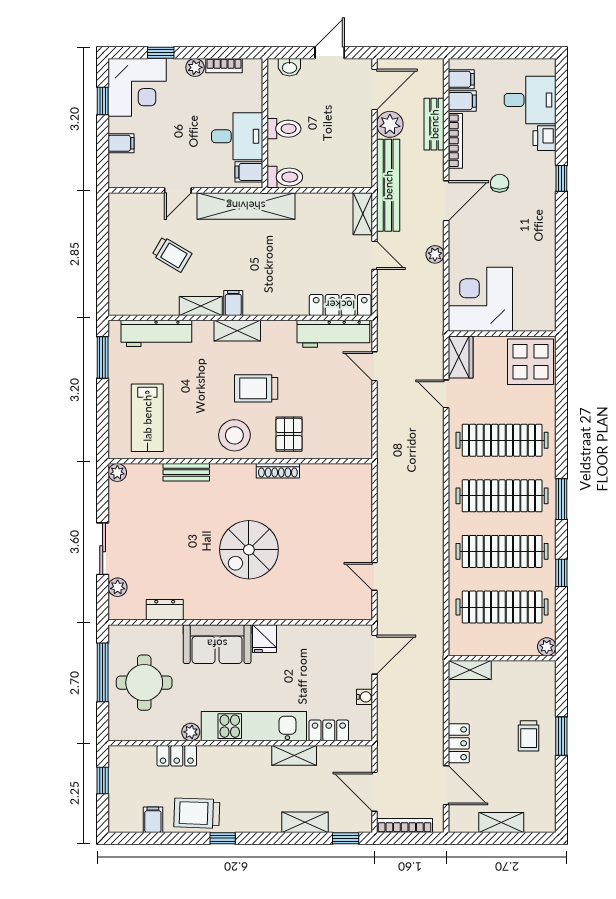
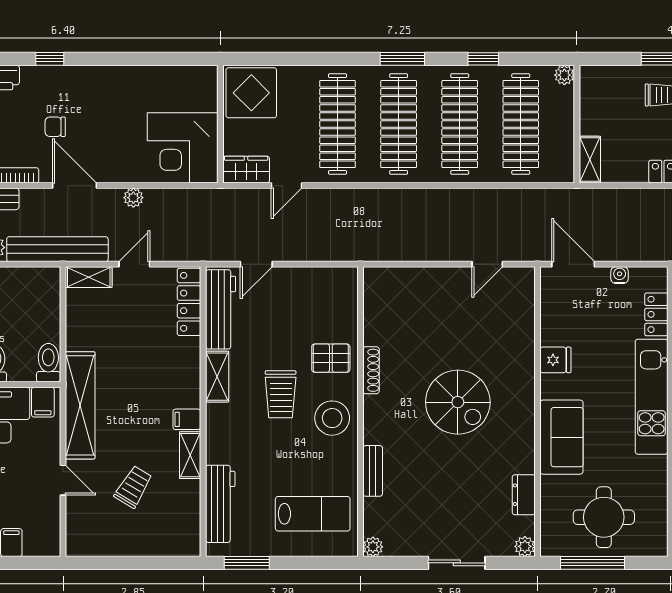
shelving: (237, 331) -> (217, 377), moved
plant: (118, 587) -> (525, 546), moved
fridge: (264, 639) -> (555, 360), moved
plant: (191, 732) -> (658, 466), removed

